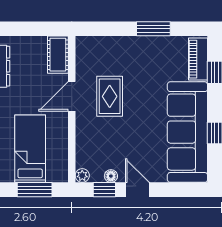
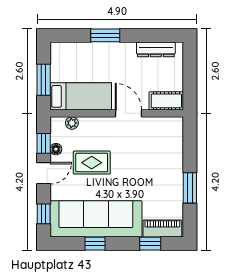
rug: (110, 96) -> (92, 163), moved
bed: (30, 149) -> (81, 96), moved
plant: (82, 176) -> (72, 123), moved
window: (182, 190) -> (44, 214), added

